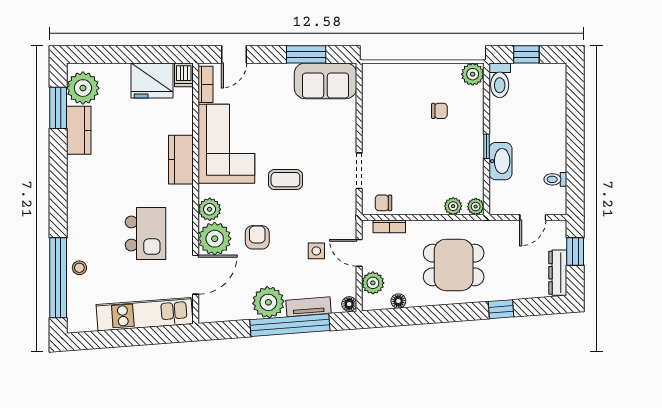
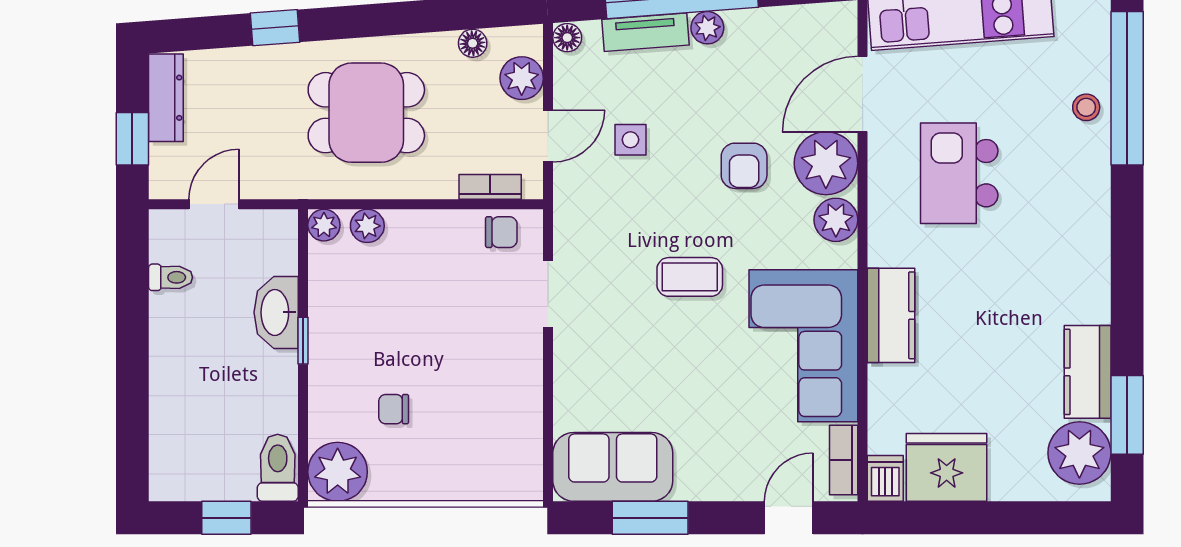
plant: (473, 74) -> (338, 472), width x1.36, depth x1.36
door: (359, 253) -> (548, 136), hinge flipped
plant: (268, 302) -> (707, 28), width x0.53, depth x0.53

